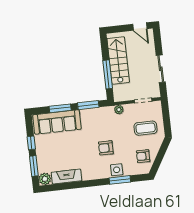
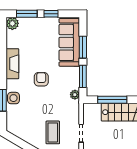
plant: (119, 110) -> (75, 95), moved
armchair: (106, 148) -> (41, 79), moved
armchair: (143, 156) -> (24, 127), removed
fireplace: (66, 177) -> (12, 64), moved

